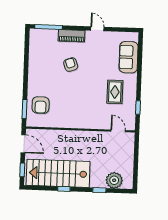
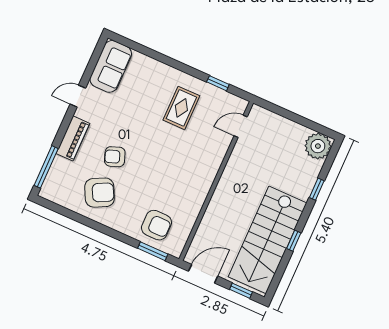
sofa: (128, 57) -> (111, 66), moved, turned -90
armchair: (46, 64) -> (100, 193), added
rug: (115, 92) -> (181, 108), turned 90
plant: (114, 180) -> (318, 146), moved

